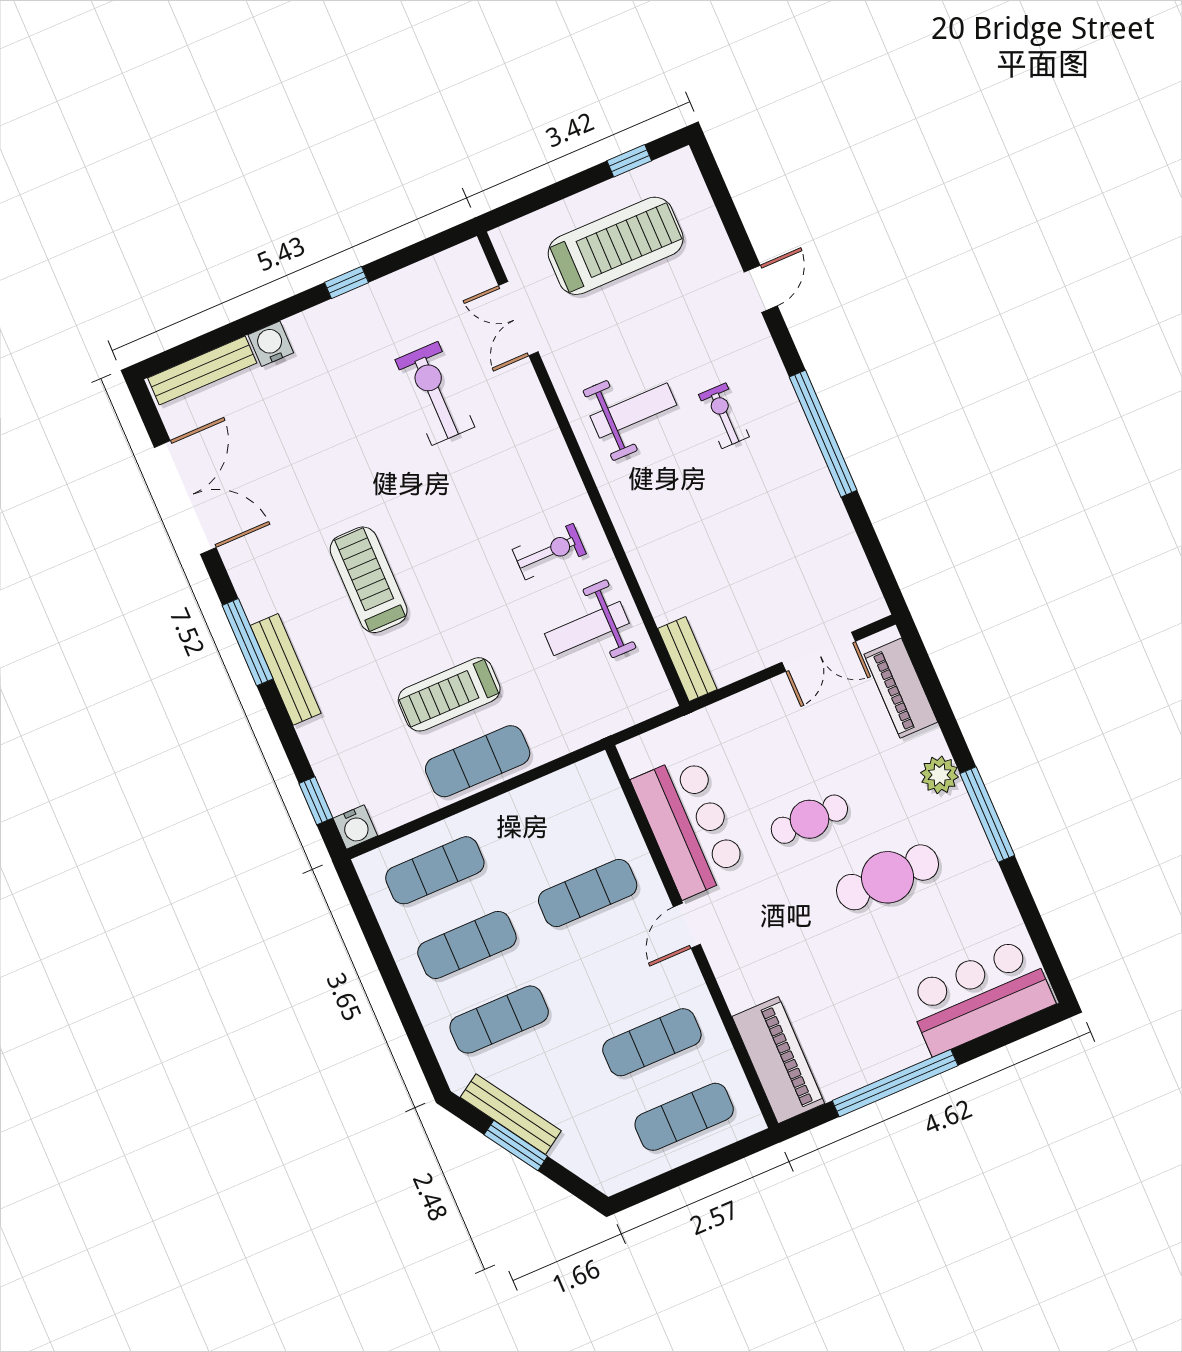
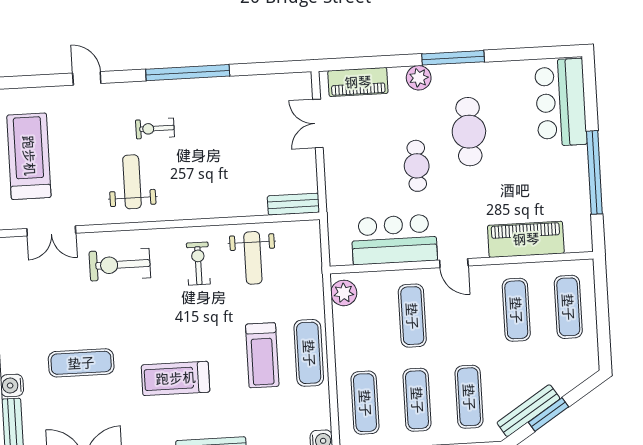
exercise bike: (435, 393) -> (120, 265), moved
exercise mat: (341, 433) -> (81, 363), added
double door: (819, 652) -> (318, 123), swing flipped
plant: (584, 780) -> (344, 293), added
piano: (778, 1060) -> (526, 239), moved

